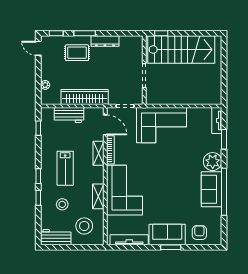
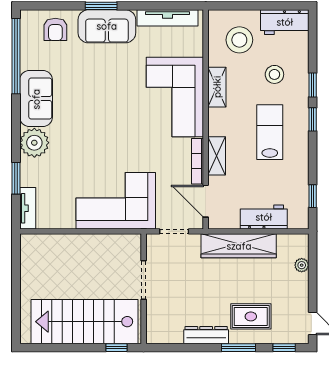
window: (224, 192) -> (16, 56), moved

